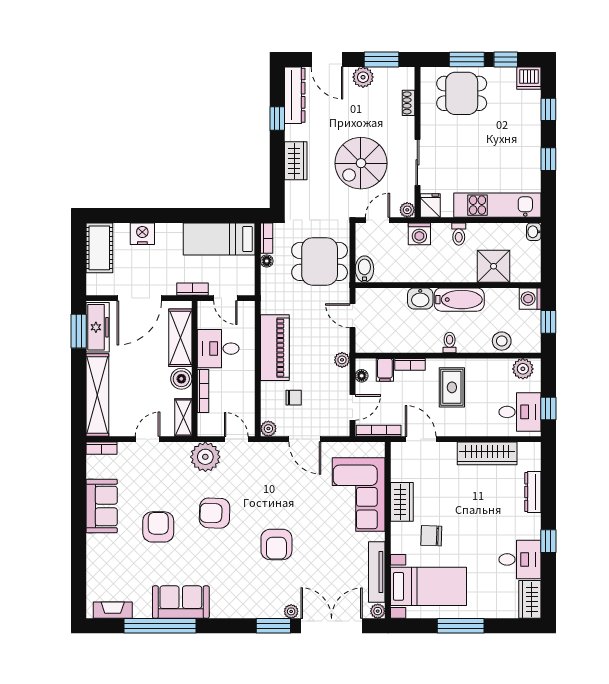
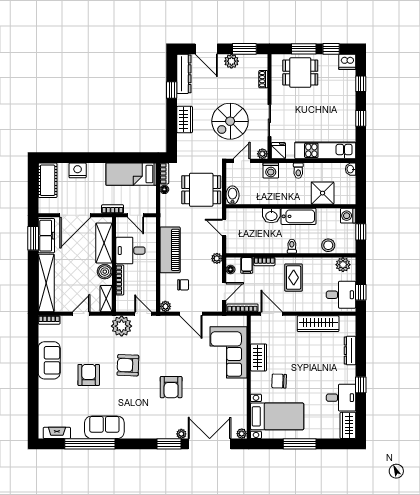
tv unit: (377, 572) -> (241, 406), removed

